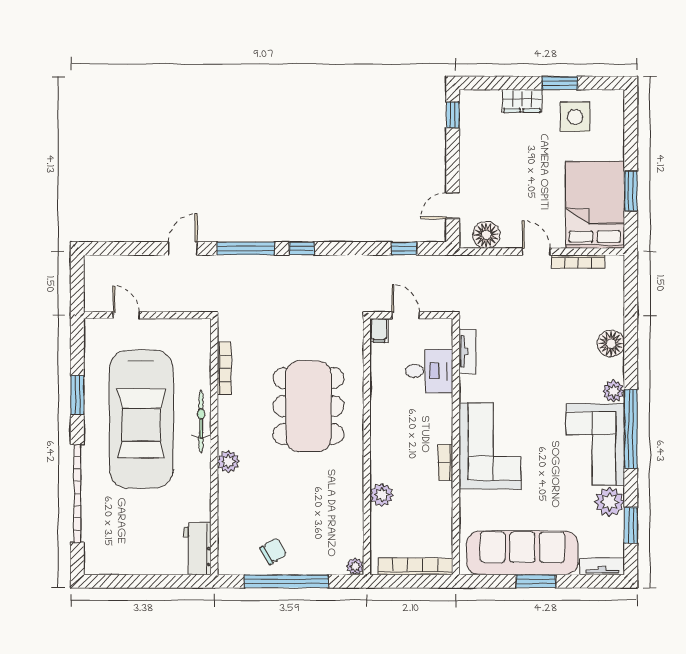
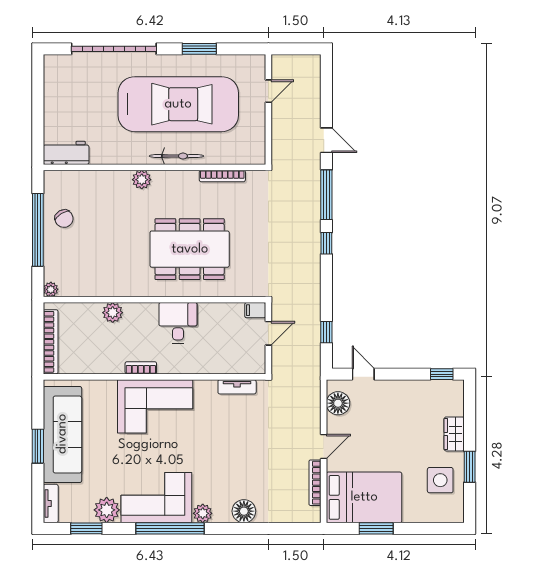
desk: (429, 371) -> (178, 323), moved, turned 180
car: (141, 419) -> (178, 104), turned 180

